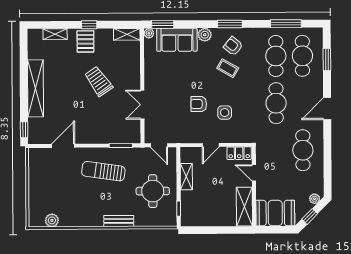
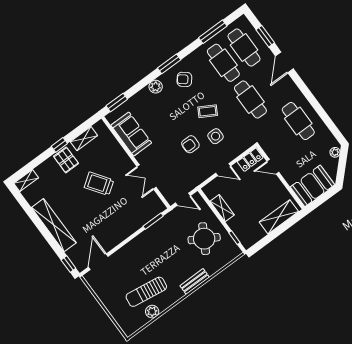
plant: (149, 33) -> (111, 117), removed
shelving: (55, 34) -> (26, 181), moved
shelving: (127, 34) -> (84, 139), moved
sofa: (177, 40) -> (131, 134), moved, turned -90
coffee table: (228, 68) -> (208, 111), moved
door: (327, 109) -> (284, 62), moved
door: (211, 145) -> (223, 170), hinge flipped
door: (63, 146) -> (98, 262), moved
sun lounger: (103, 171) -> (146, 292), moved
round table: (153, 191) -> (204, 239), turned 30
shelving: (244, 207) -> (279, 217), moved, turned 90
window: (310, 216) -> (341, 169), removed
plant: (52, 220) -> (152, 312), moved

